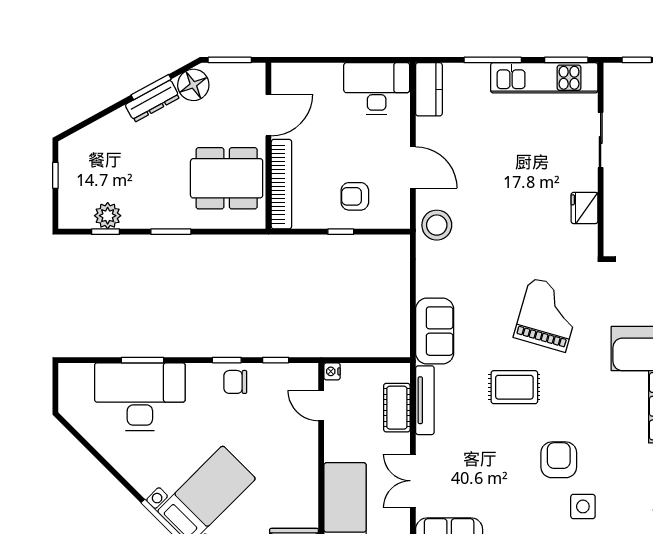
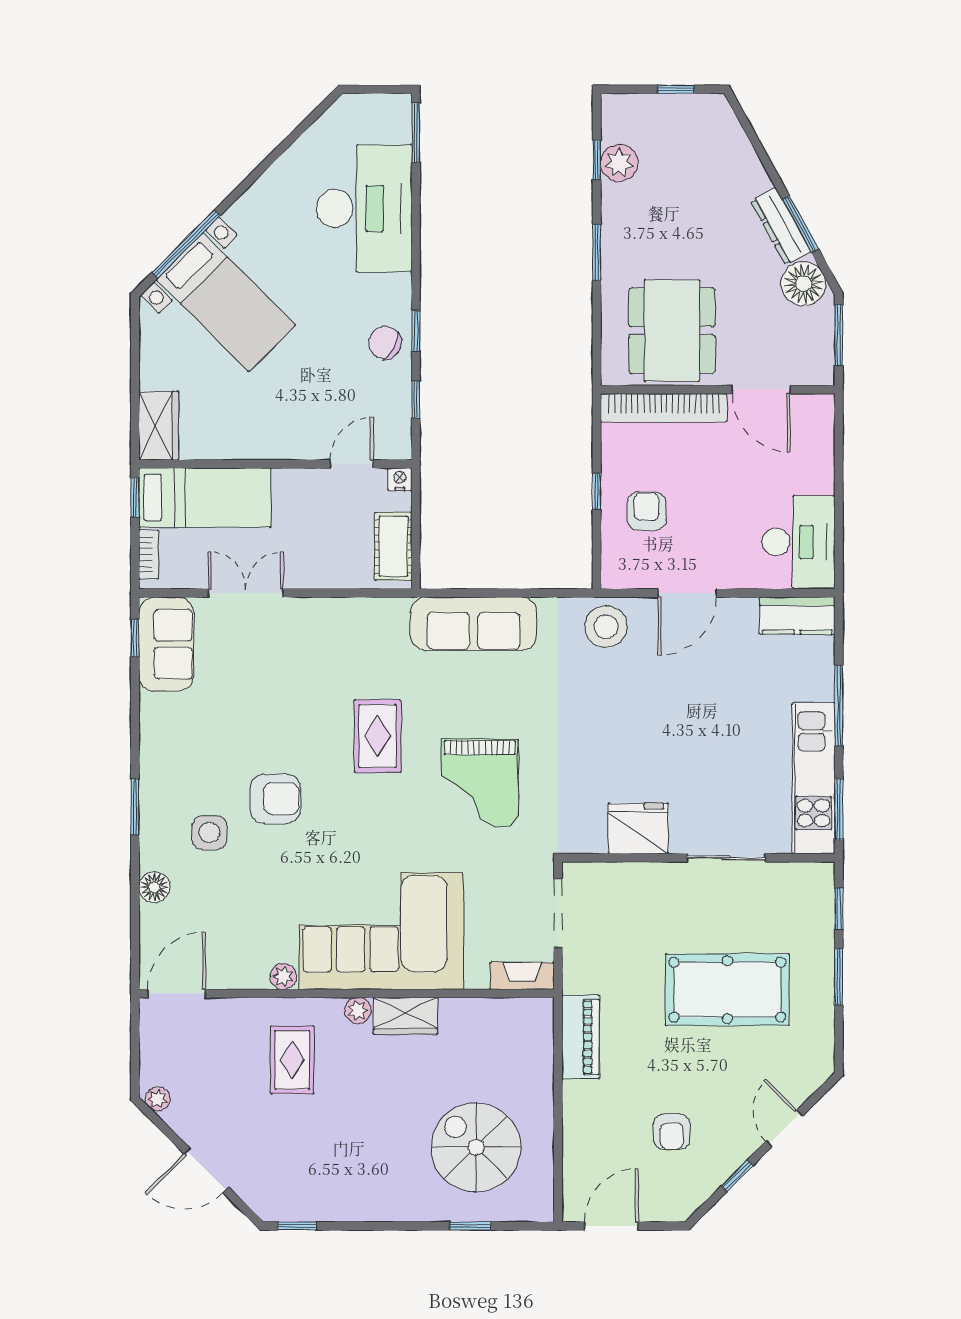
fridge: (585, 208) -> (638, 829), width x1.36, depth x1.34
grand piano: (548, 315) -> (480, 783), turned 74
sofa: (435, 331) -> (473, 624), width x1.36
window: (142, 360) -> (416, 133), moved
chair: (235, 382) -> (385, 343), turned -61
tv unit: (425, 400) -> (359, 610), removed
cot: (397, 408) -> (393, 546), moved, turned 90

